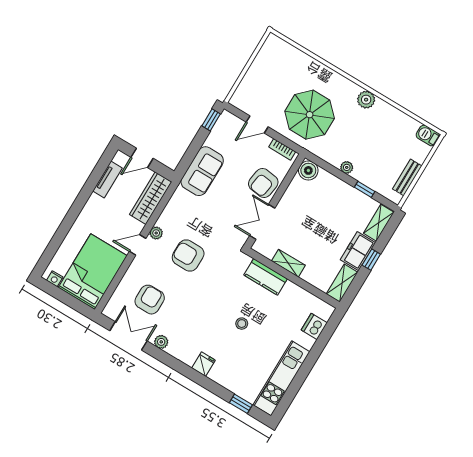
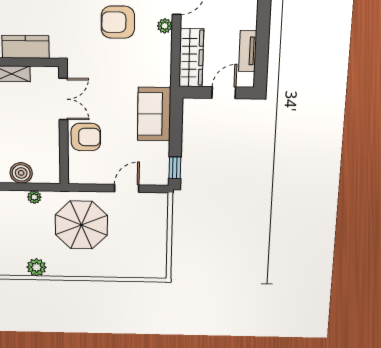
bookcase: (282, 149) -> (87, 179), removed
plant: (347, 167) -> (34, 197), moved
boiler: (308, 170) -> (21, 173), moved
armchair: (263, 183) -> (86, 137), turned 82
armchair: (188, 256) -> (118, 22), turned 180

